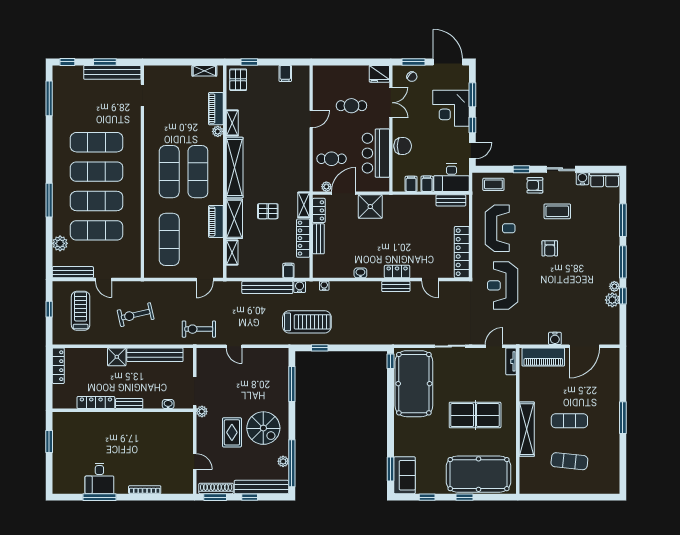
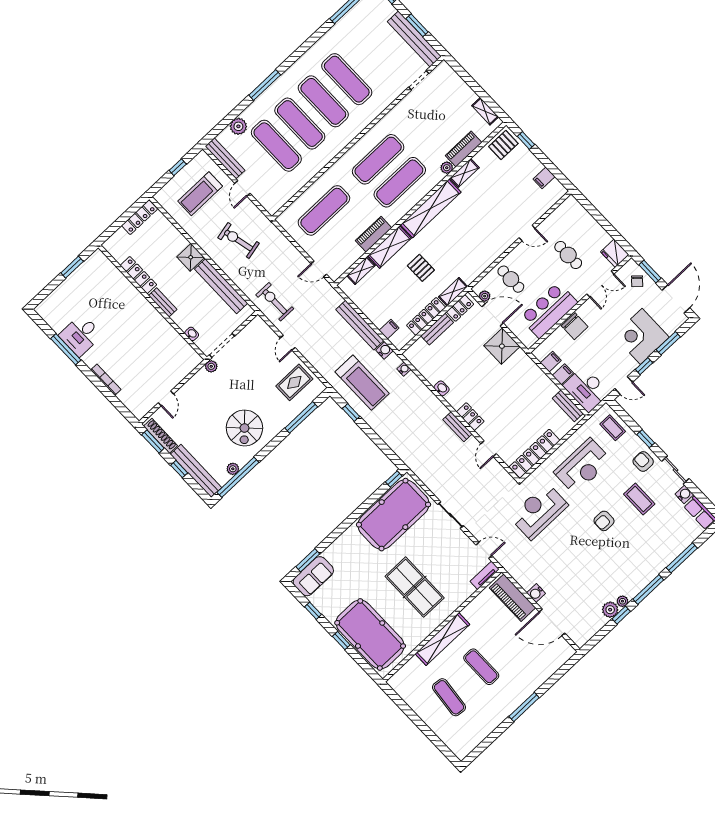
treadmill: (81, 311) -> (200, 194), turned 180
rug: (232, 432) -> (294, 382), moved

